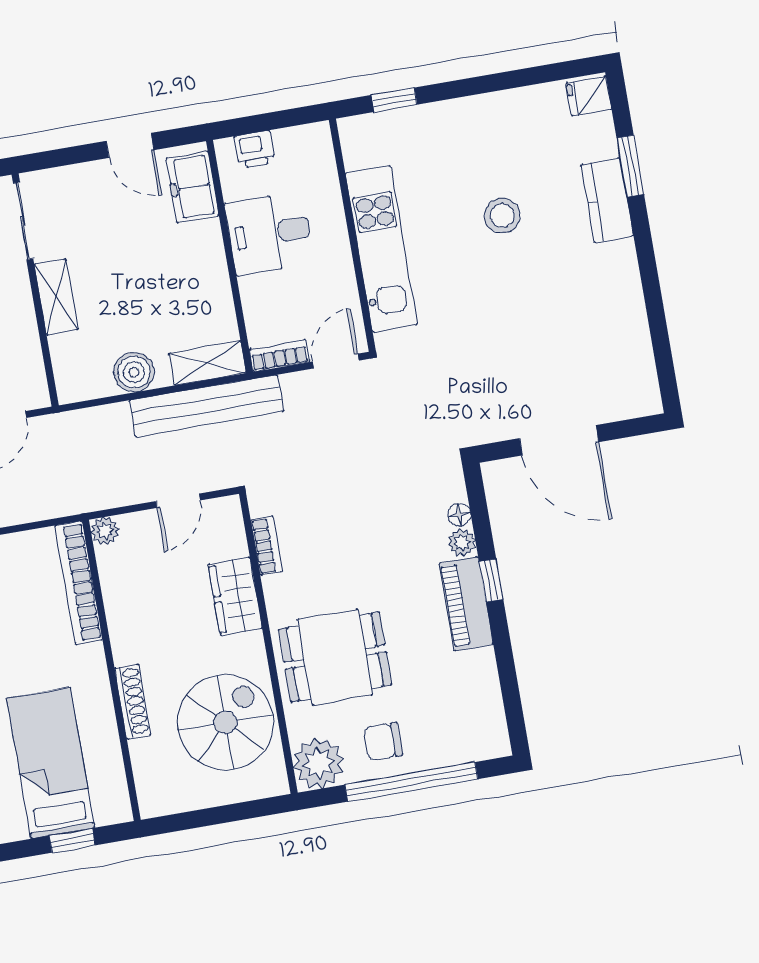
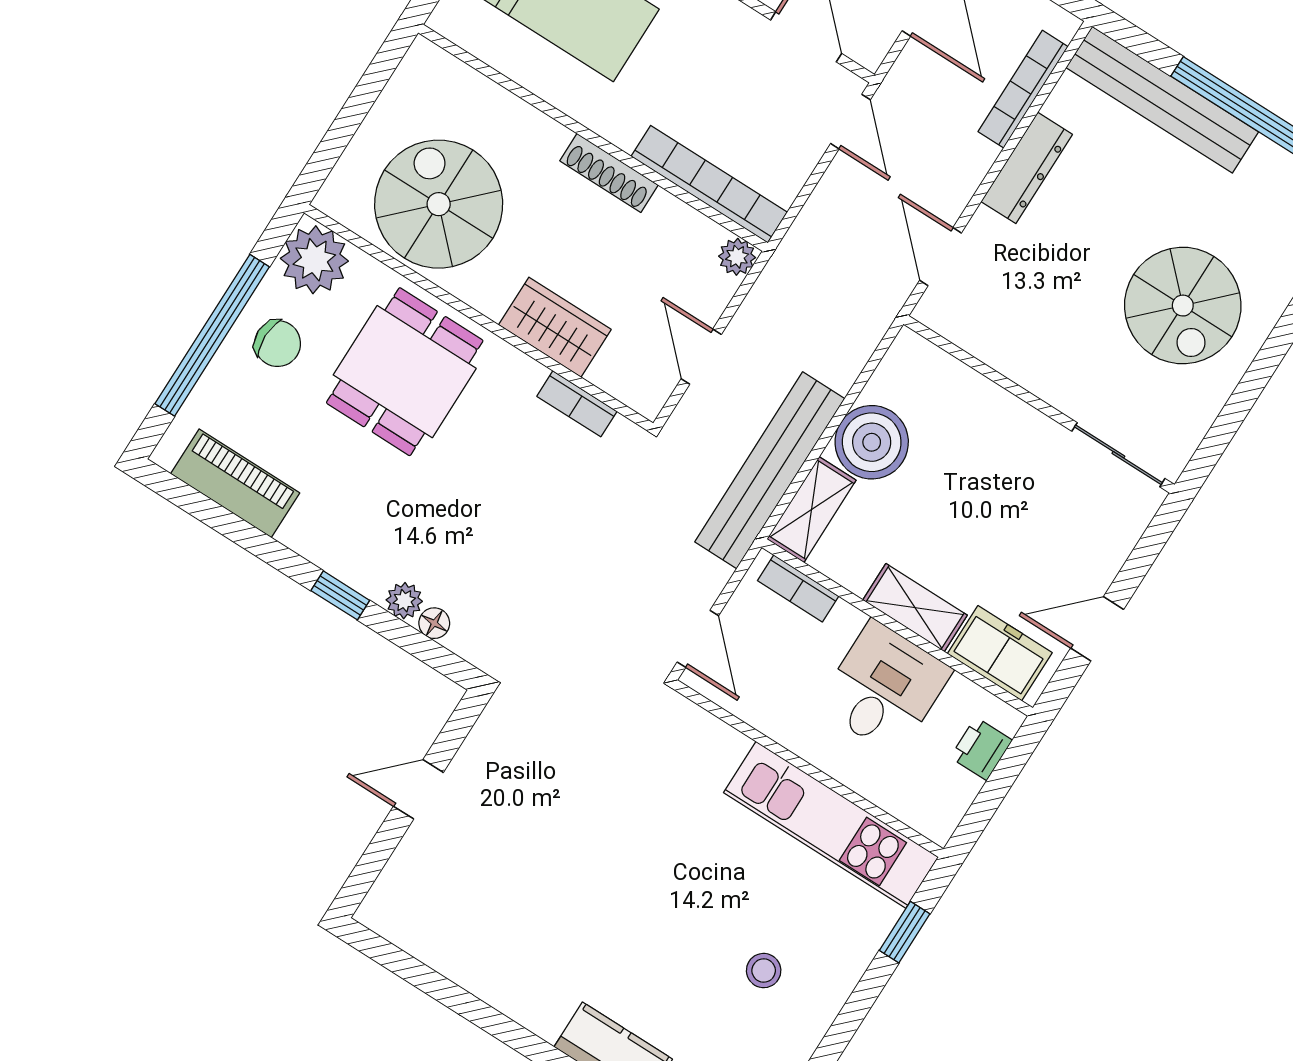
stool: (502, 216) -> (764, 971), moved, width x0.73, depth x0.73
kitchen unit: (381, 249) -> (831, 825), moved
shelving: (56, 297) -> (915, 608), moved
bookcase: (279, 356) -> (798, 588), moved, turned 90
boiler: (134, 372) -> (872, 442), width x1.37, depth x1.37
door: (559, 440) -> (418, 789), width x0.53
piano: (466, 604) -> (235, 483), moved
shoe rack: (133, 701) -> (609, 173), moved
spiral stairs: (225, 722) -> (439, 204), turned 180
chair: (383, 741) -> (278, 344), turned 90

